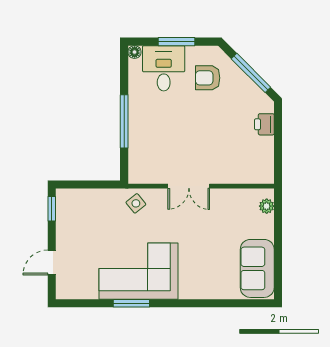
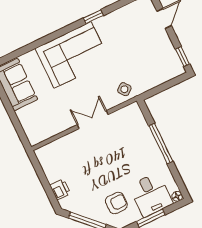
plant: (267, 206) -> (31, 132), removed
corner sofa: (138, 271) -> (73, 55), moved
window: (131, 303) -> (93, 17), width x0.67

